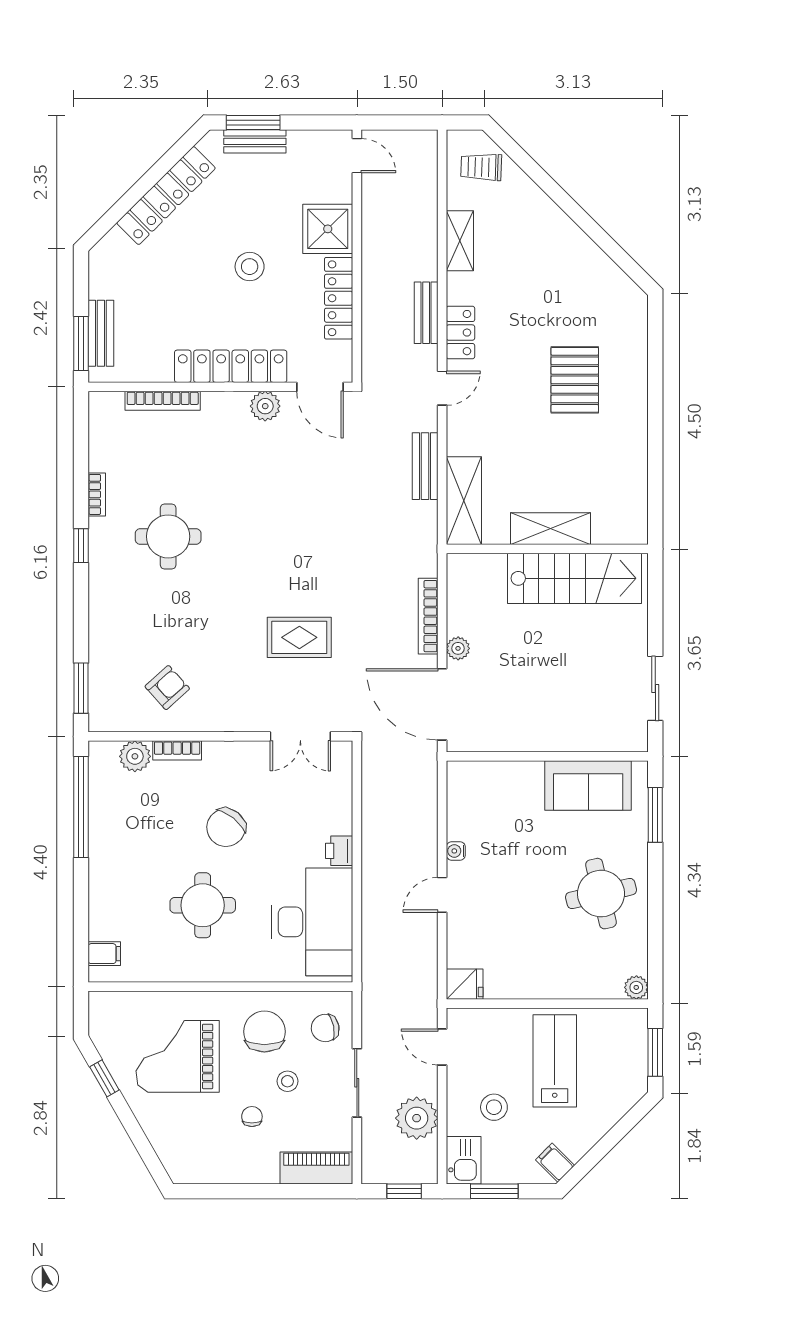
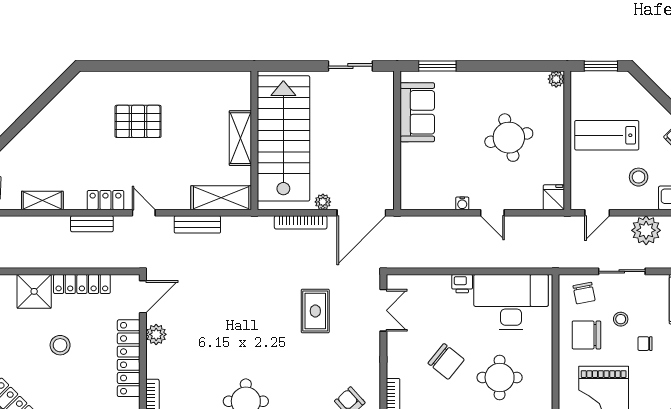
stairs: (574, 578) -> (283, 138), width x1.36, depth x1.51
round table: (601, 894) -> (509, 138), moved

